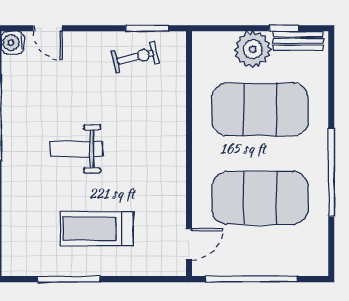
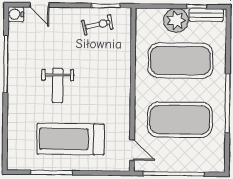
weight bench: (76, 149) -> (58, 86), turned -90
treadmill: (97, 229) -> (71, 139), width x1.37, depth x1.38
door: (189, 244) -> (132, 150), hinge flipped

